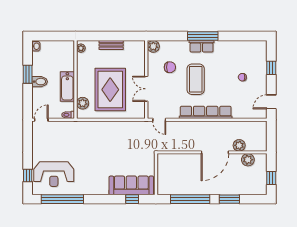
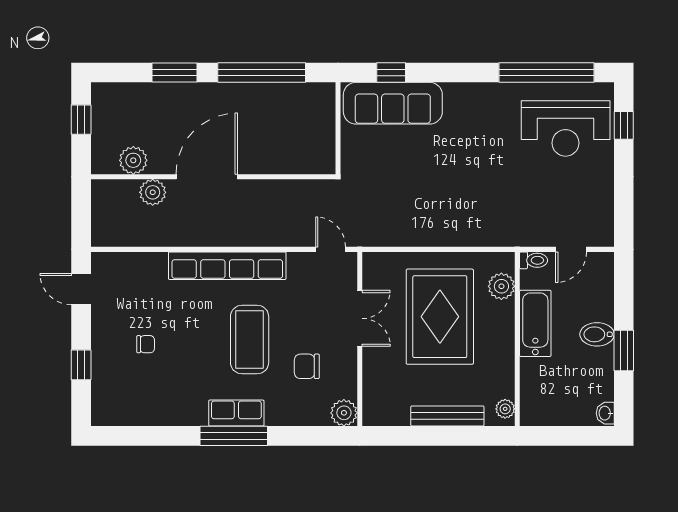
bench: (111, 45) -> (447, 416), width x1.36
door: (271, 102) -> (81, 289), swing flipped
door: (41, 120) -> (571, 249), moved
reception desk: (54, 174) -> (566, 128), turned 180

